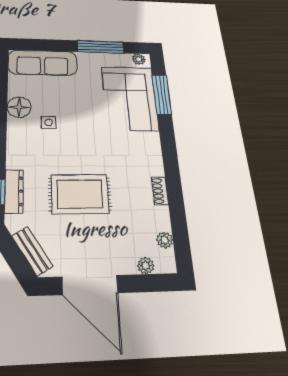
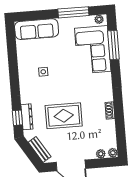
floor lamp: (19, 107) -> (25, 63), removed
plant: (165, 240) -> (113, 153), moved

